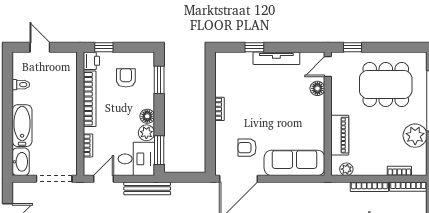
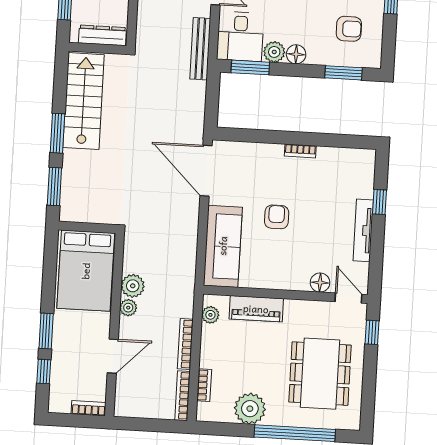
armchair: (247, 148) -> (277, 217), moved

